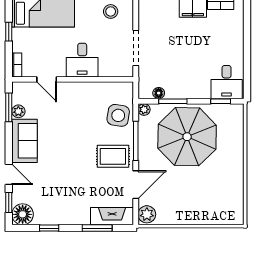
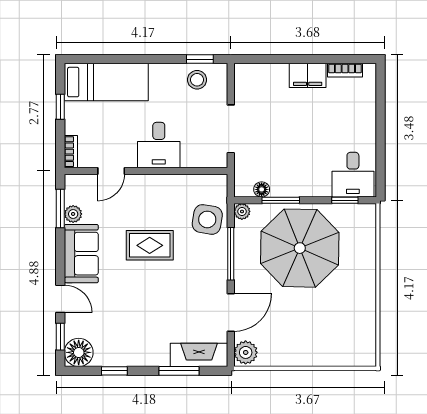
door: (47, 79) -> (111, 171), hinge flipped
rug: (113, 156) -> (150, 245), moved

